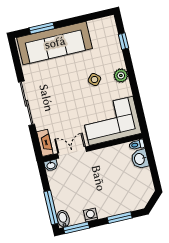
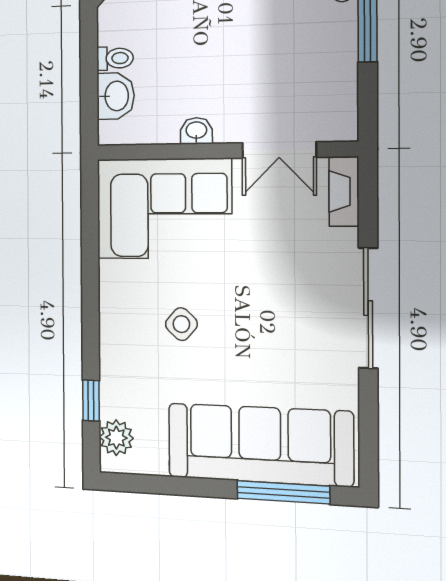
window: (42, 28) -> (283, 492), width x1.44
plant: (121, 75) -> (116, 438), moved
toilet: (137, 145) -> (115, 58), moved
washbasin: (51, 165) -> (196, 131), moved

